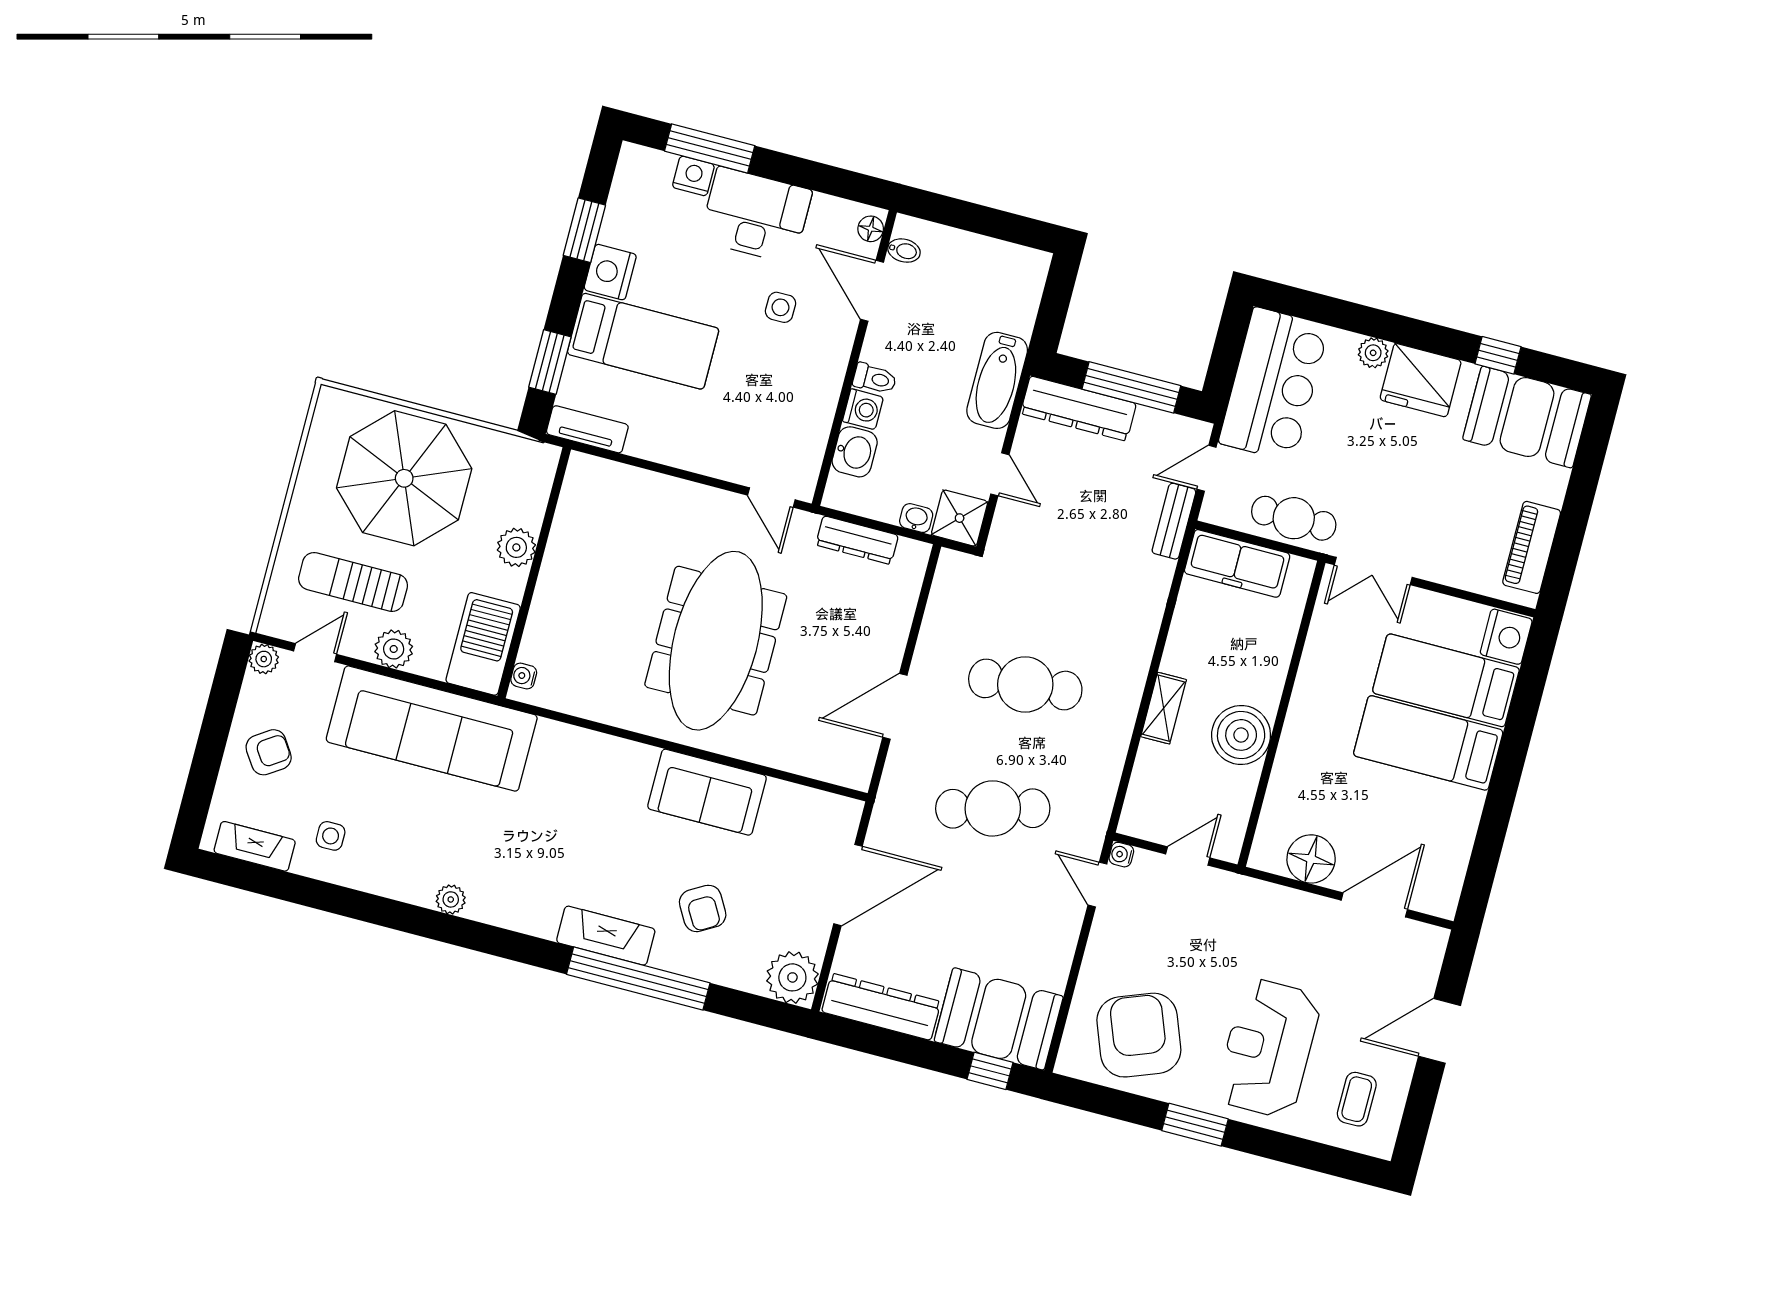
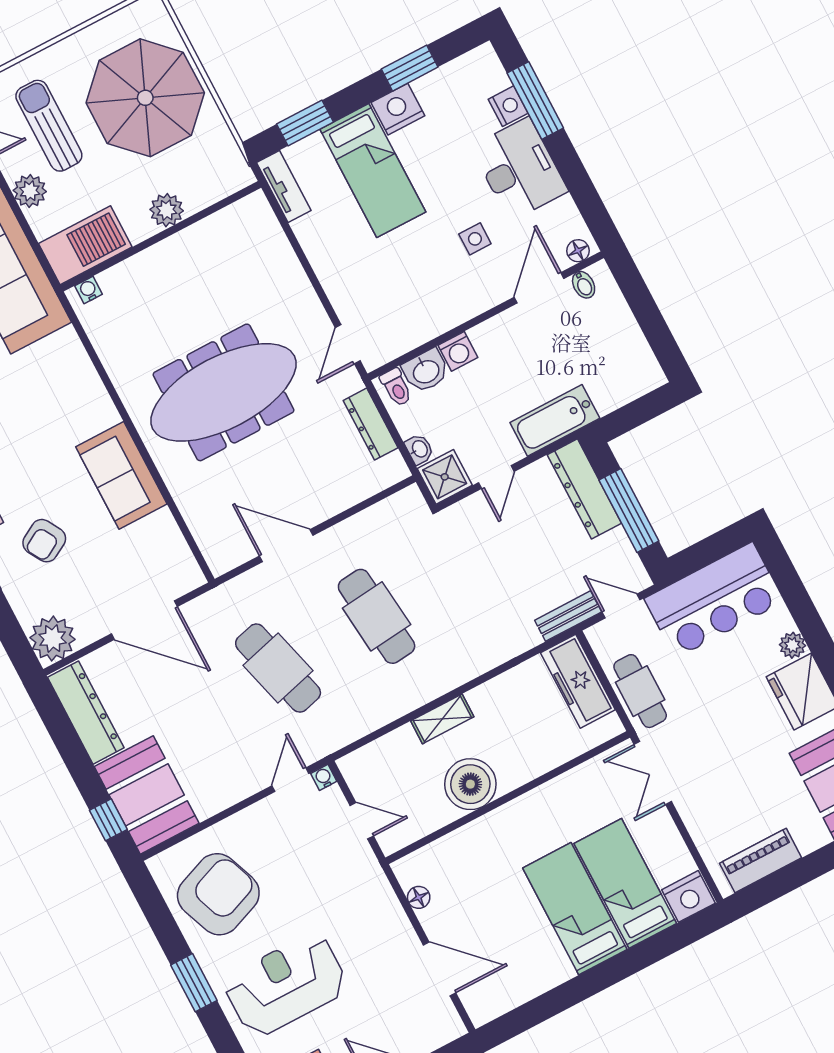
toilet: (875, 379) -> (396, 387), moved
floor lamp: (1311, 859) -> (419, 897), width x0.53, depth x0.53

